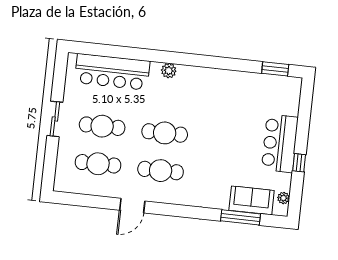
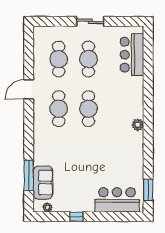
plant: (169, 71) -> (138, 125), moved
bar counter: (112, 72) -> (132, 55), width x0.73
bar counter: (280, 143) -> (117, 200), moved
door: (132, 206) -> (29, 89), hinge flipped

